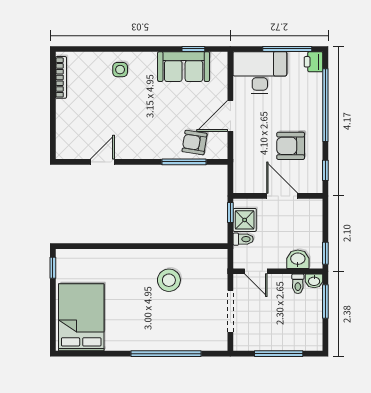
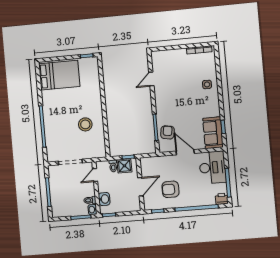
sofa: (184, 67) -> (213, 133), moved
armchair: (291, 146) -> (171, 189), turned -90
door: (102, 162) -> (151, 79), swing flipped

